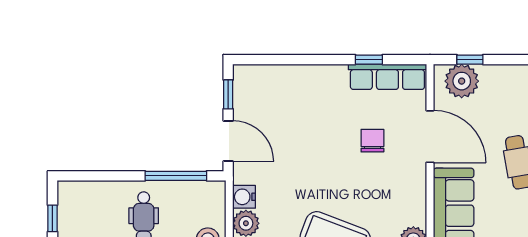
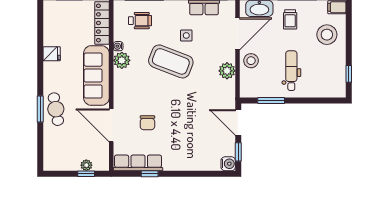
plant: (462, 81) -> (86, 165), width x0.53, depth x0.53
window: (176, 176) -> (271, 101), width x0.69
water cooler: (244, 197) -> (228, 164), moved

